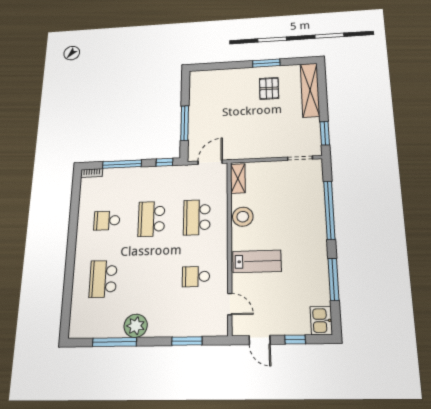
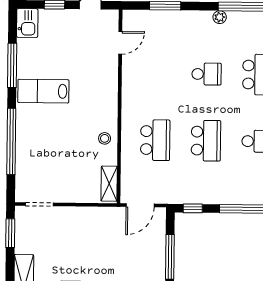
stool: (243, 217) -> (105, 138), width x0.53, depth x0.53
lab bench: (257, 261) -> (43, 91), moved
school desk: (196, 276) -> (207, 74), moved
door: (230, 304) -> (120, 43), swing flipped
plant: (136, 326) -> (220, 17), width x0.53, depth x0.53

